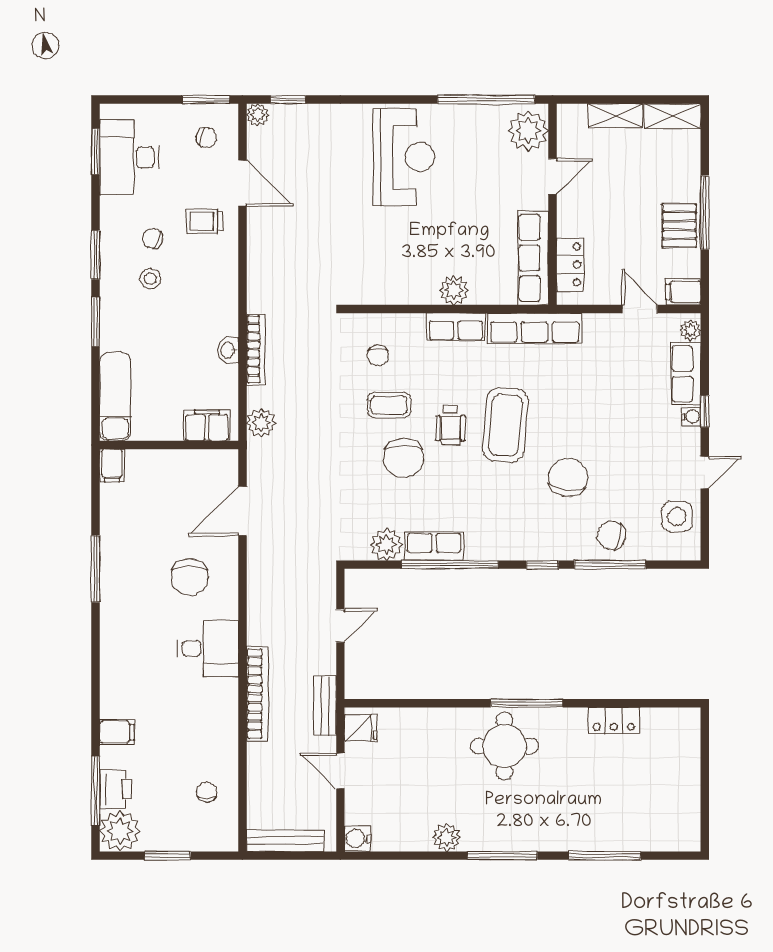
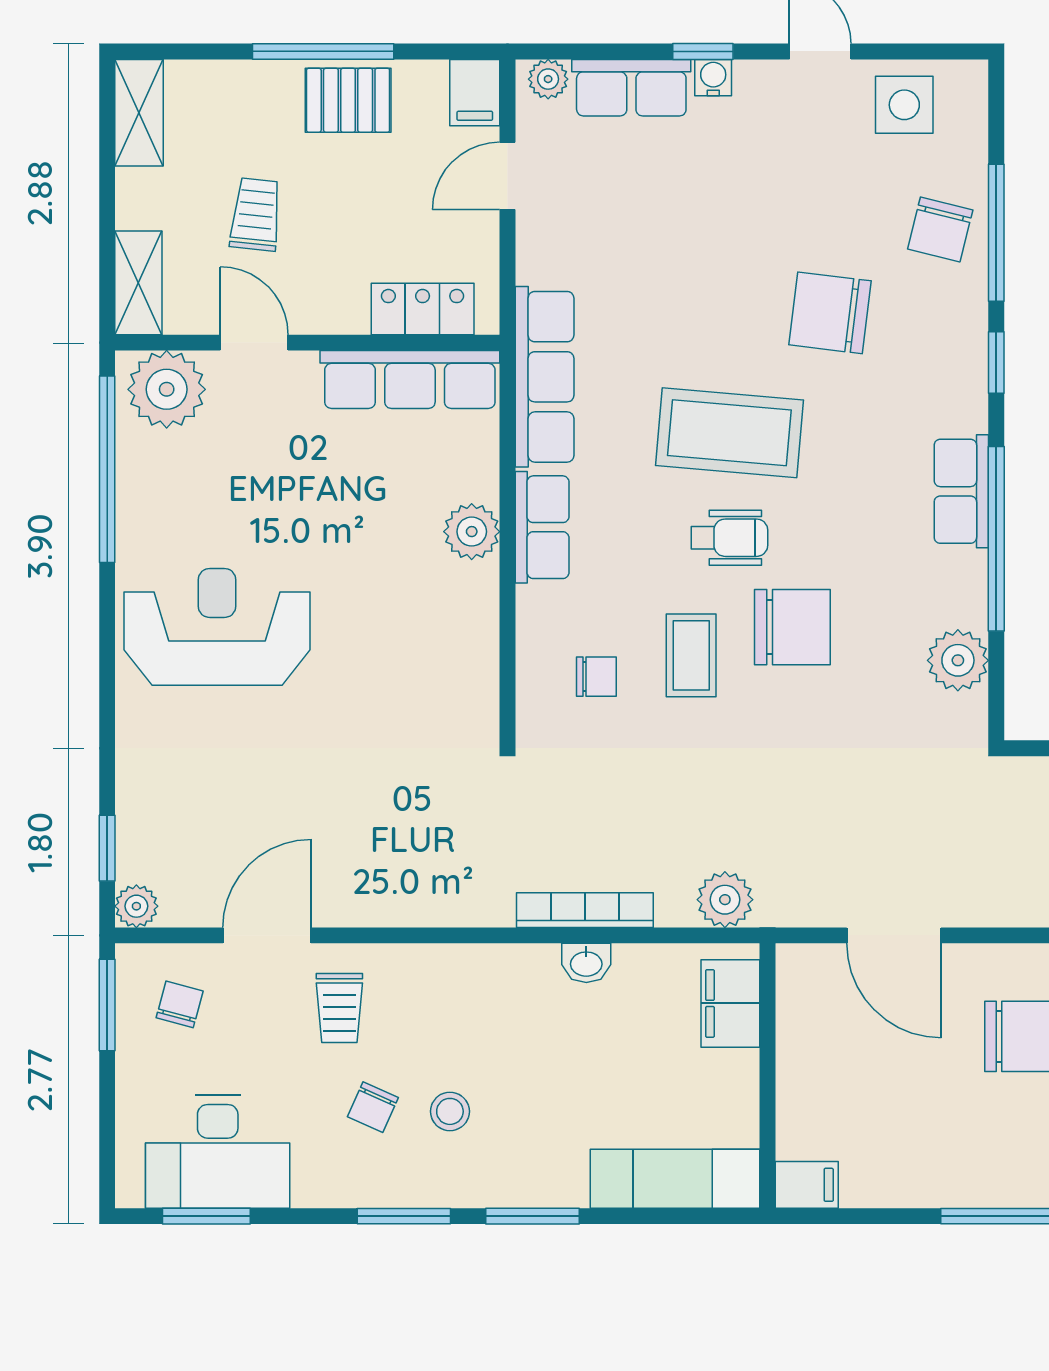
shelving: (615, 116) -> (138, 283), moved
trolley: (620, 177) -> (256, 214), added
row of seats: (434, 546) -> (961, 491), moved

